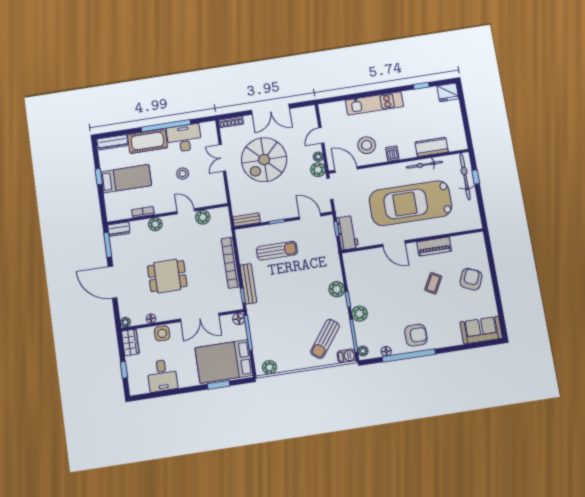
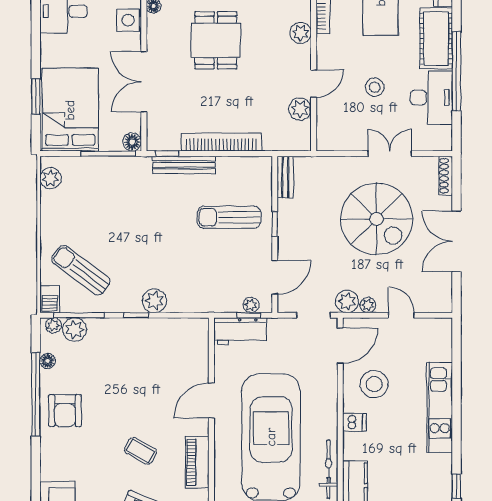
spiral stairs: (264, 160) -> (377, 219), turned 180
plant: (330, 228) -> (251, 305), added
sun lounger: (277, 251) -> (229, 217), turned 90
plant: (359, 314) -> (75, 330), moved

